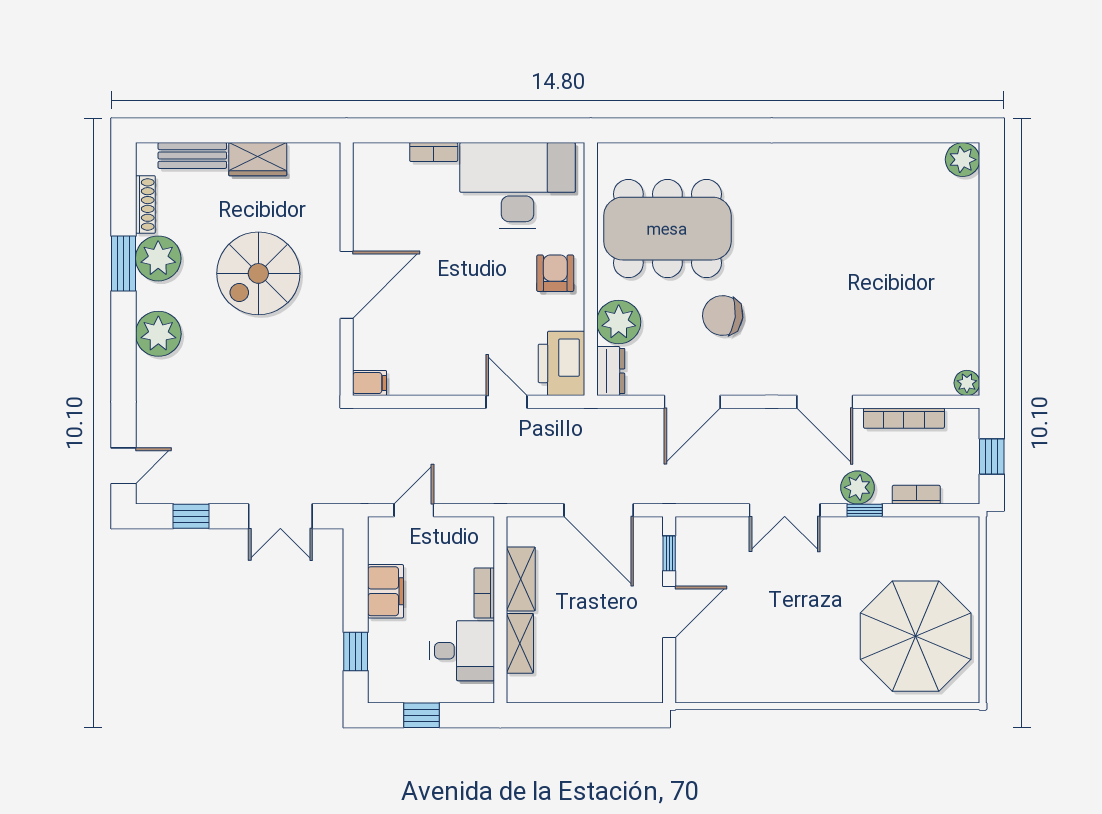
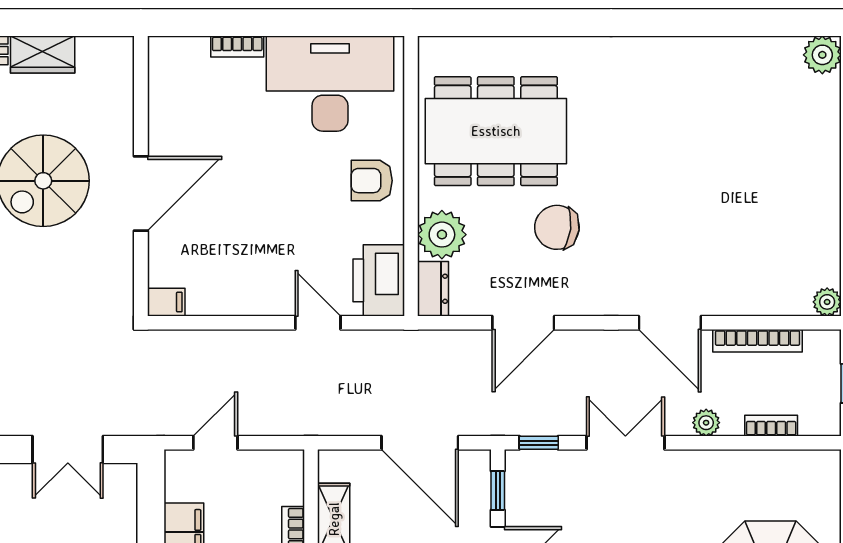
armchair: (555, 273) -> (372, 181), turned -90
plant: (858, 487) -> (706, 423), width x0.73, depth x0.73
double door: (785, 510) -> (625, 443), swing flipped
window: (865, 510) -> (539, 443), moved

